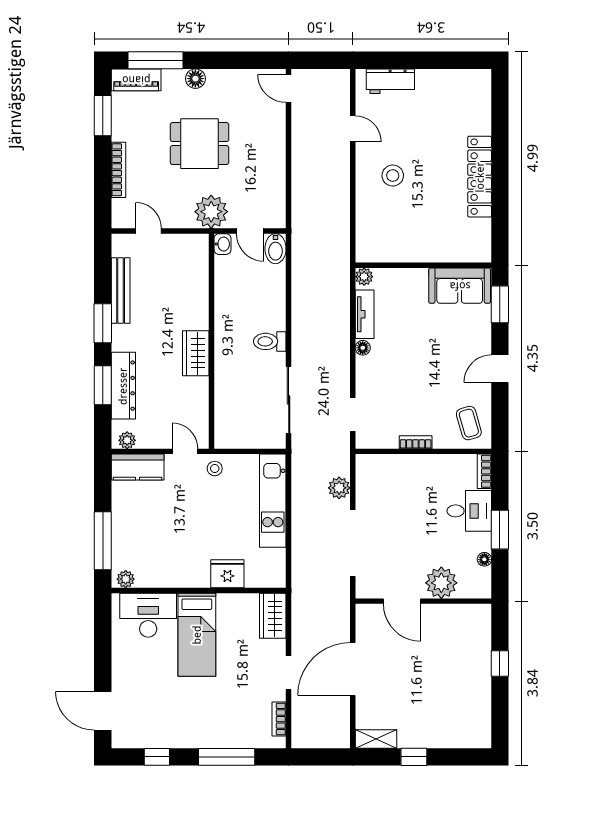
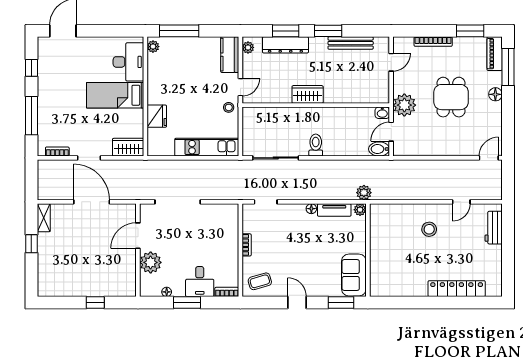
locker: (480, 177) -> (457, 289), moved
plant: (339, 488) -> (364, 193), moved

